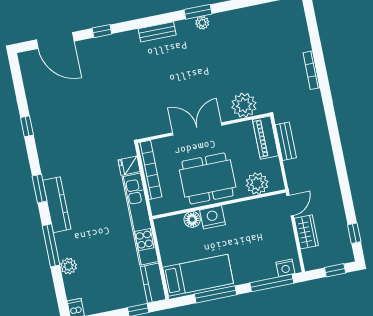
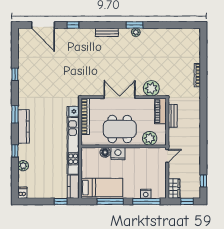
wardrobe: (306, 232) -> (174, 189), moved
window: (51, 245) -> (15, 151), width x0.46
nightstand: (285, 268) -> (146, 194), moved

